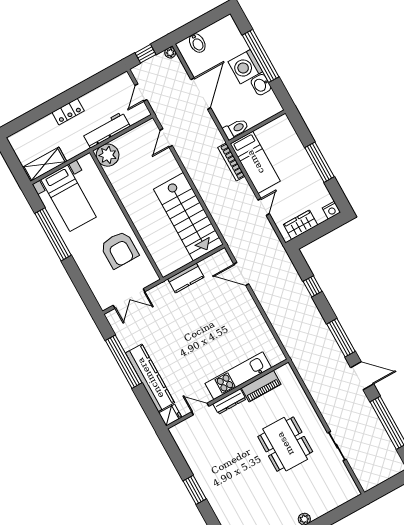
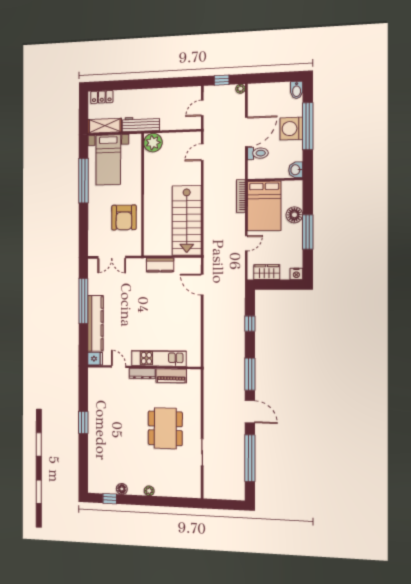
bidet: (197, 43) -> (297, 90), moved
washbasin: (261, 85) -> (296, 170), moved
locker: (68, 112) -> (102, 97), moved
toilet: (236, 129) -> (258, 153), moved
workbench: (106, 130) -> (141, 124), moved
floor lamp: (297, 152) -> (294, 215), added
bed: (255, 162) -> (264, 206), width x1.50

